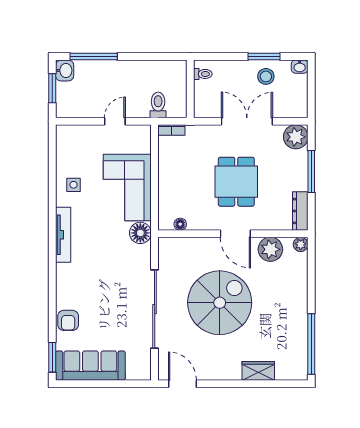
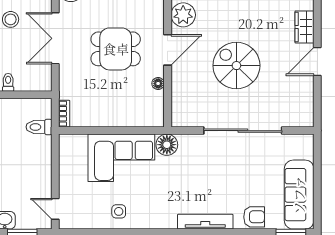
door: (115, 121) -> (55, 209), moved
floor lamp: (180, 224) -> (158, 84), moved
tv unit: (63, 235) -> (205, 222), moved
spiral stairs: (220, 303) -> (236, 66), width x0.73, depth x0.73
door: (182, 384) -> (317, 61), moved

